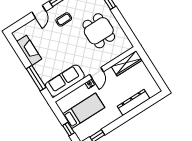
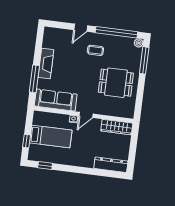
dining table: (99, 31) -> (116, 83), turned 90
fireplace: (29, 50) -> (46, 64), moved
dresser: (133, 102) -> (111, 165), moved

